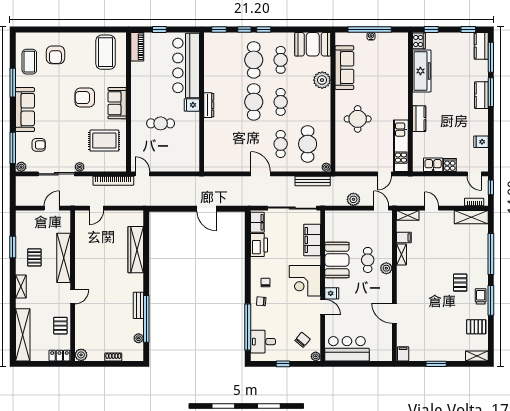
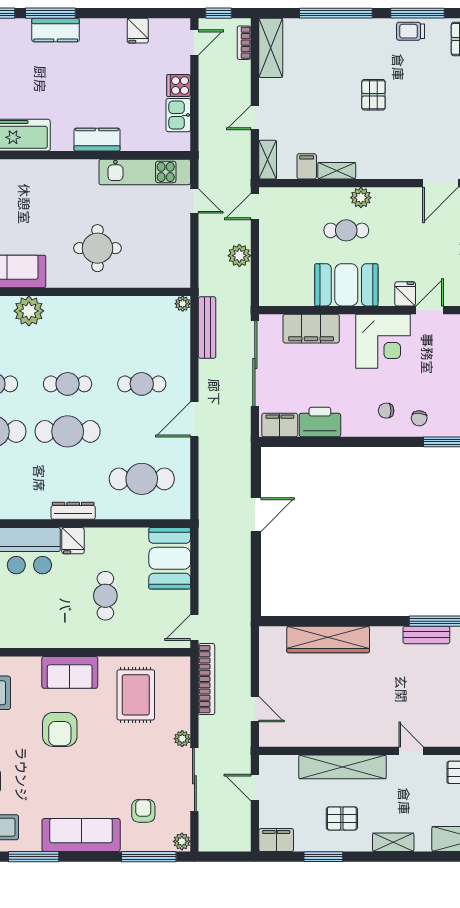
cafe table: (308, 144) -> (142, 479), moved
booth: (182, 160) -> (170, 558), added
filing cabinet: (22, 220) -> (276, 840), added
pallet: (460, 283) -> (373, 95), moved, turned 90

